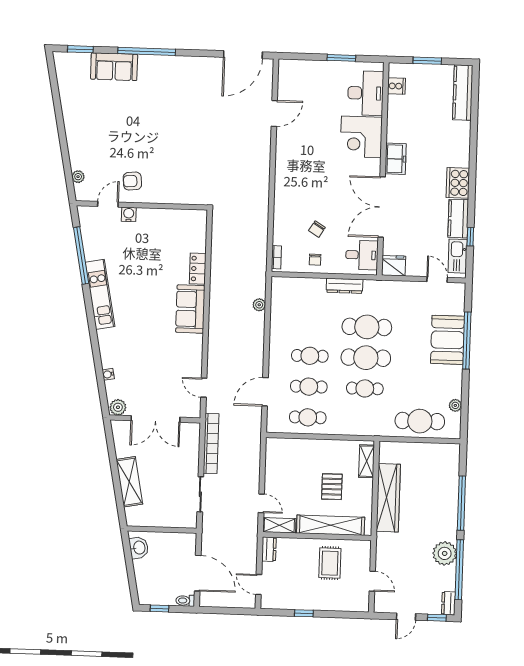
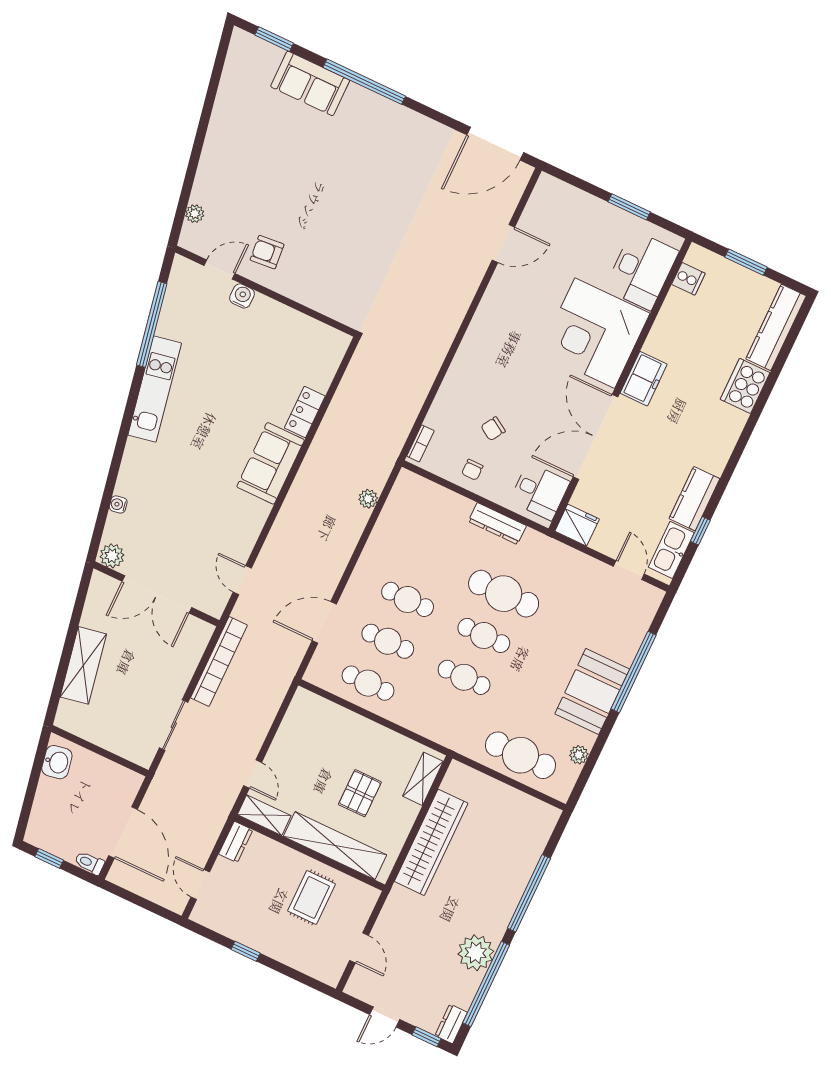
corner desk: (361, 137) -> (595, 333), width x1.36, depth x1.36
cooker: (458, 183) -> (745, 386), moved
booth: (448, 340) -> (592, 691), moved
cafe table: (366, 358) -> (484, 635), width x0.73, depth x0.74

